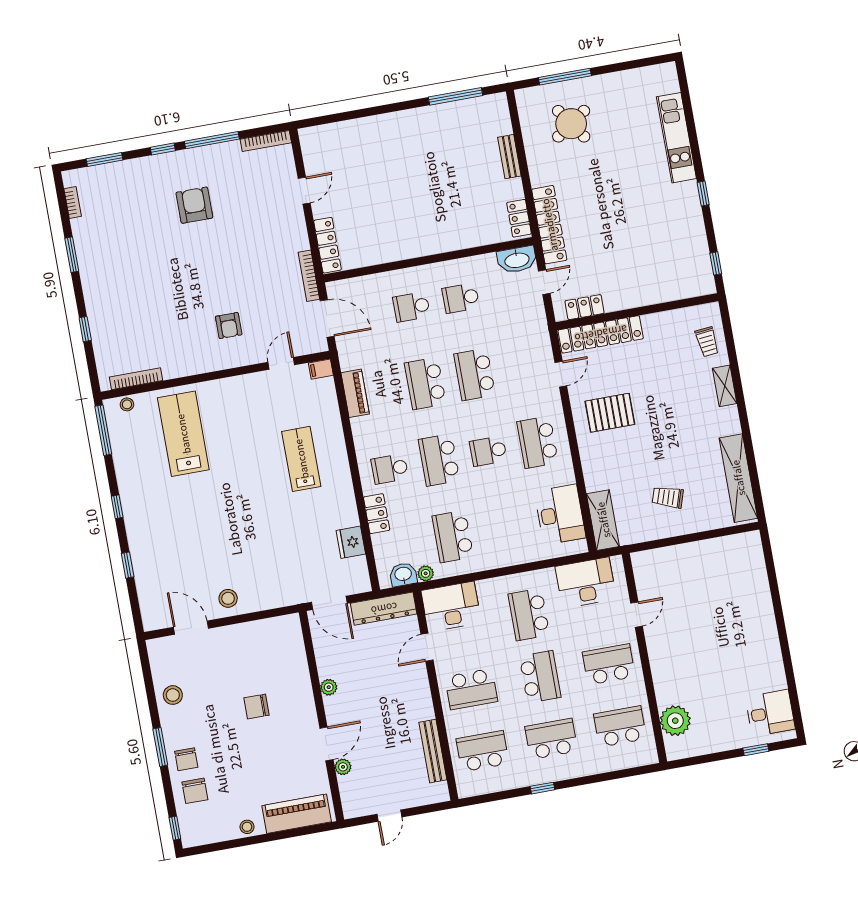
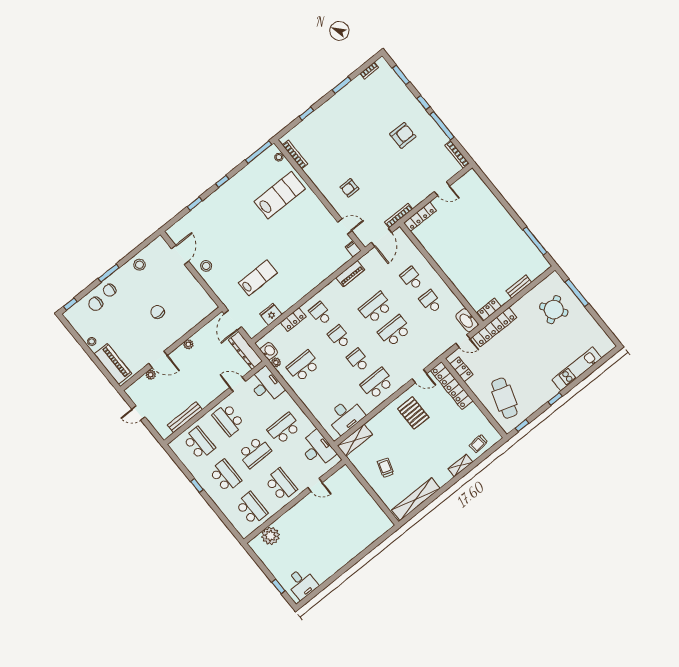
cafe table: (661, 267) -> (504, 398), added
lab bench: (301, 459) -> (258, 278), moved
school desk: (439, 460) -> (339, 337), width x0.54

